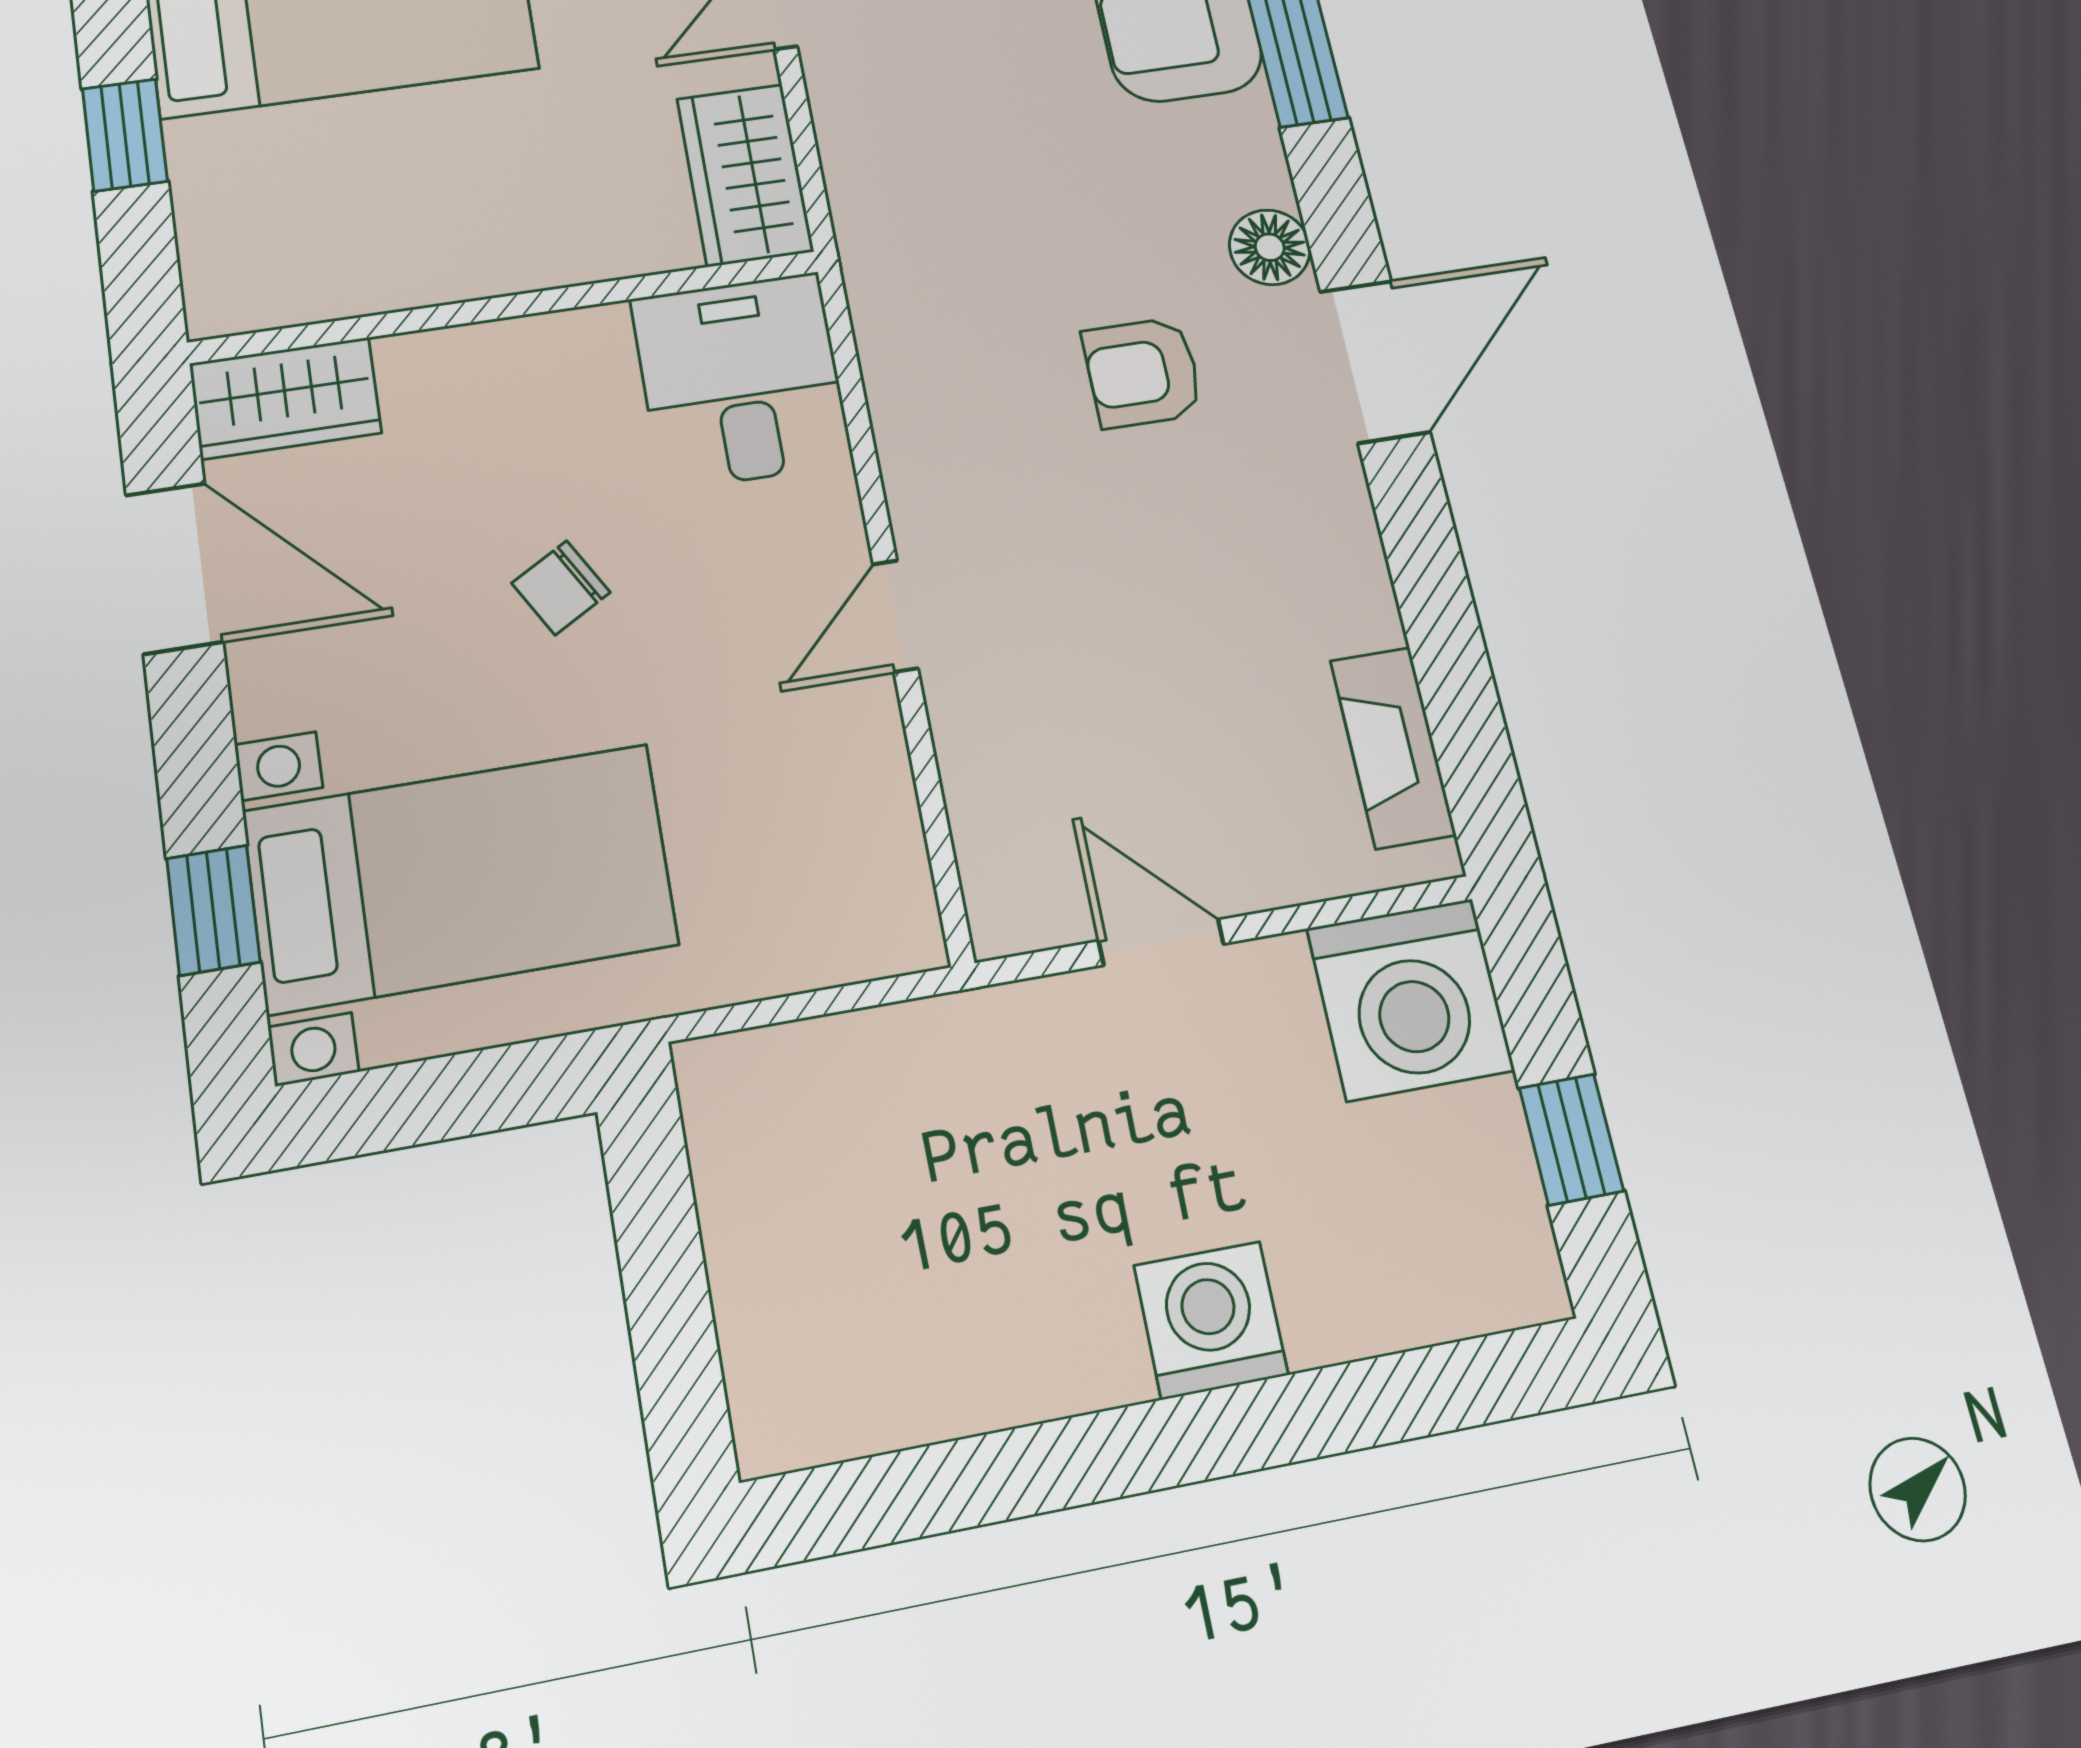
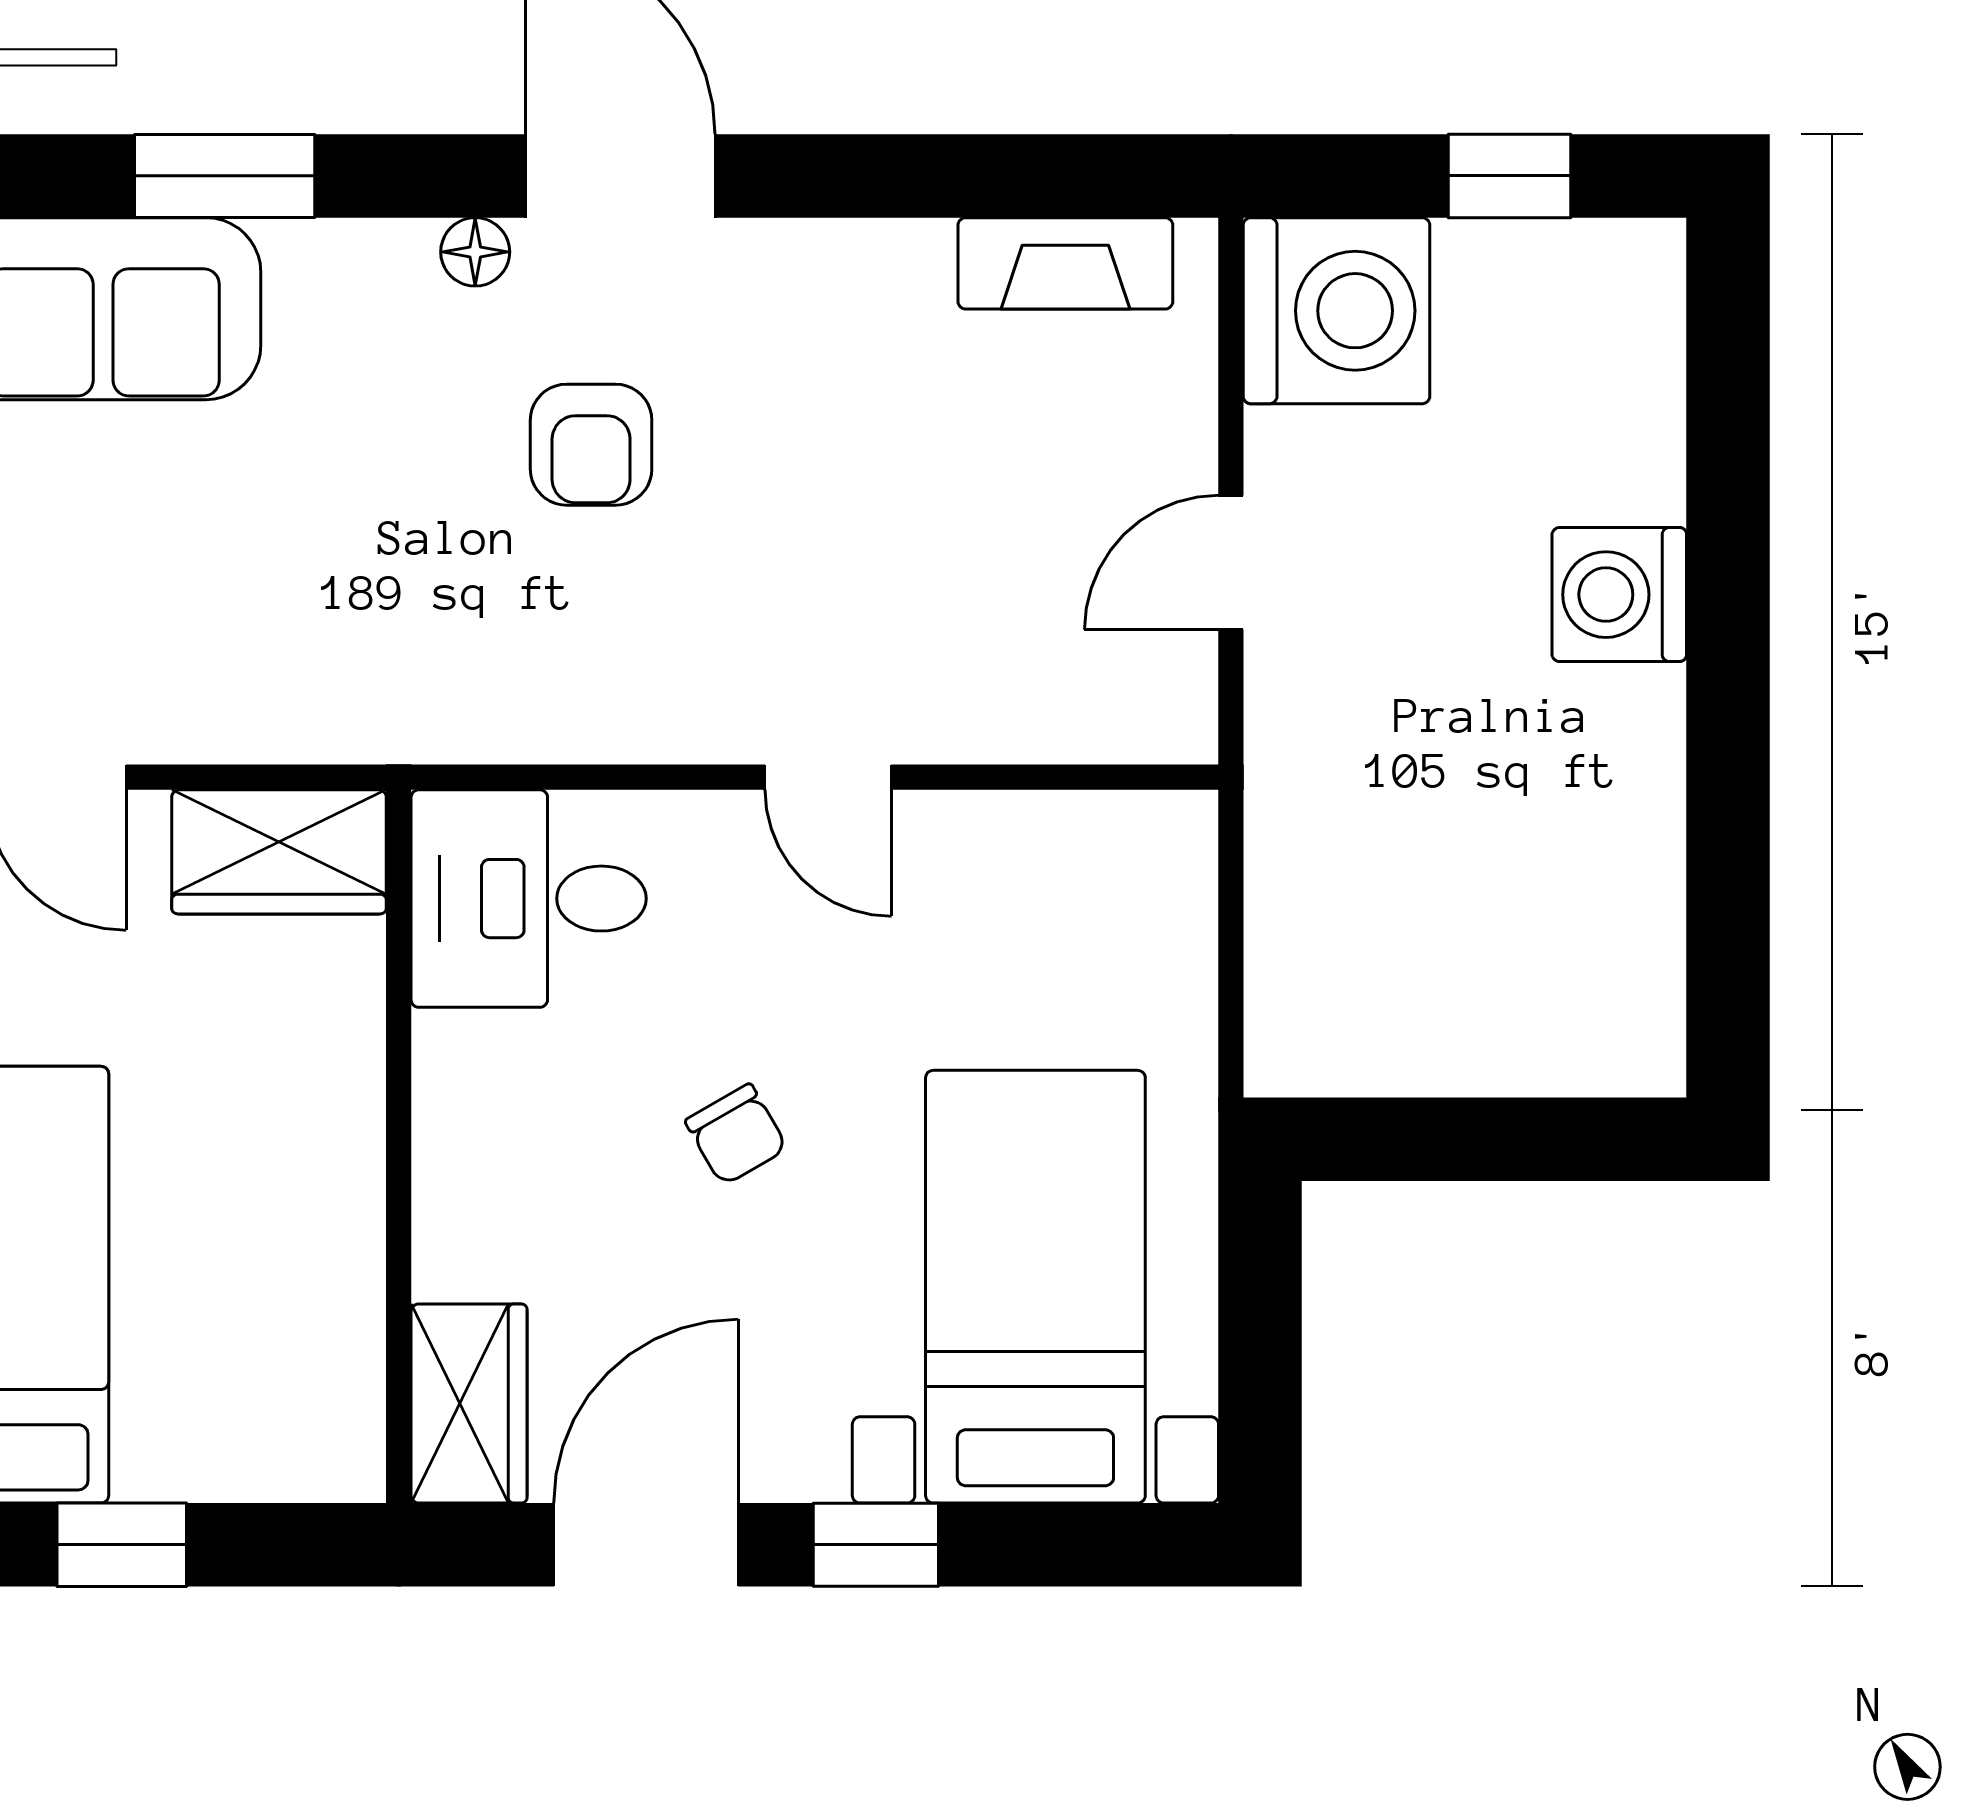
floor lamp: (1270, 247) -> (475, 252), width x0.73, depth x0.73
window: (213, 910) -> (876, 1545), moved

